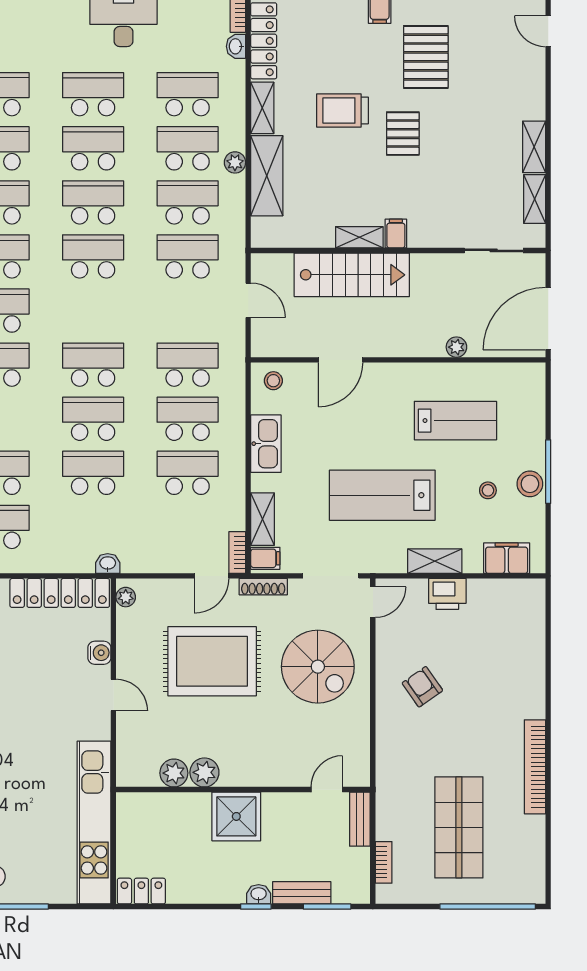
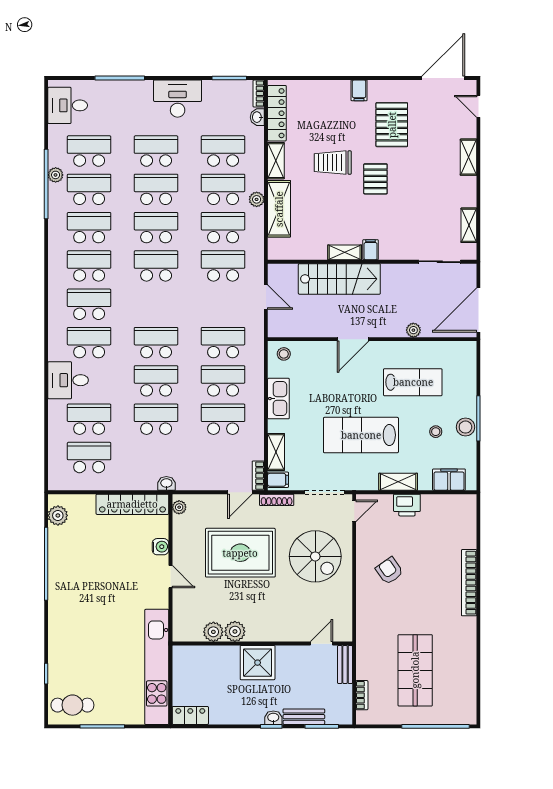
shelving: (534, 147) -> (468, 157), moved
door: (341, 360) -> (353, 339), moved
bookcase: (535, 767) -> (469, 583), moved

